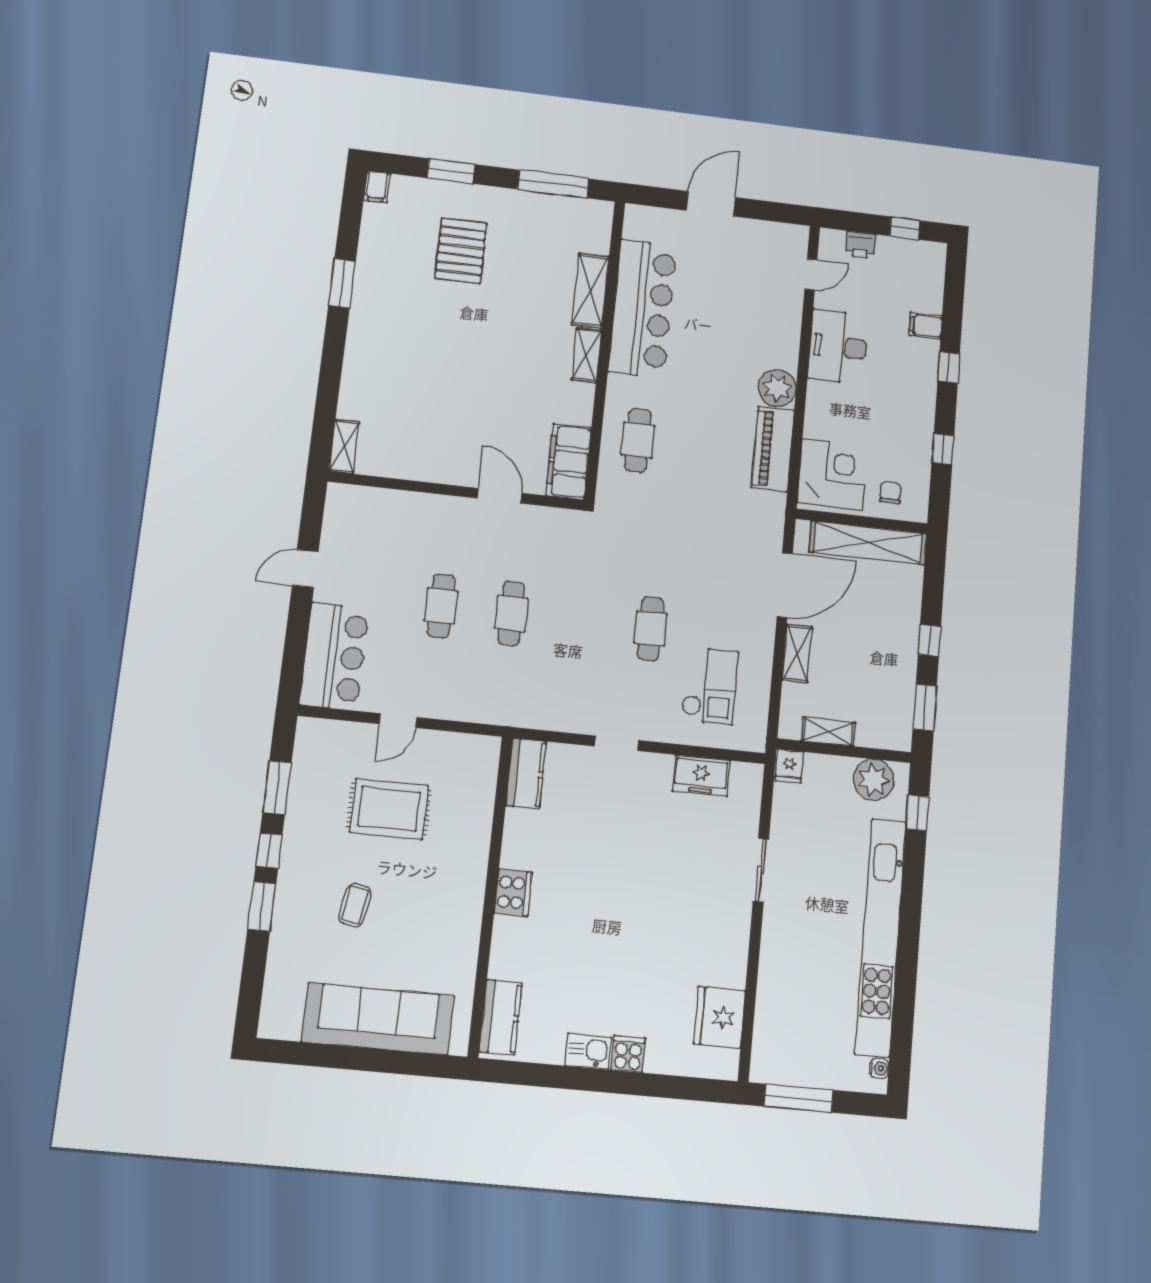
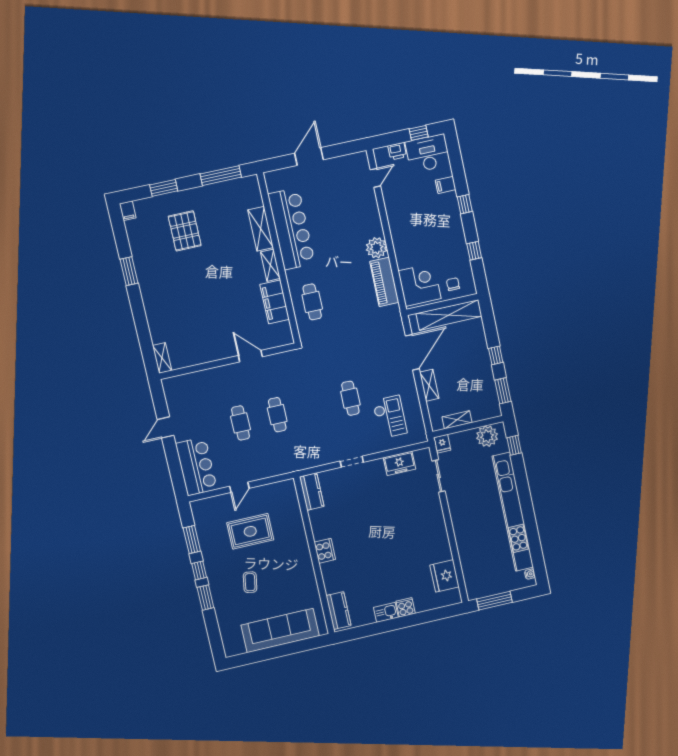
desk: (838, 347) -> (428, 153), moved, turned 90
filing cabinet: (568, 462) -> (275, 302), moved
sliding door: (761, 870) -> (439, 476), moved

